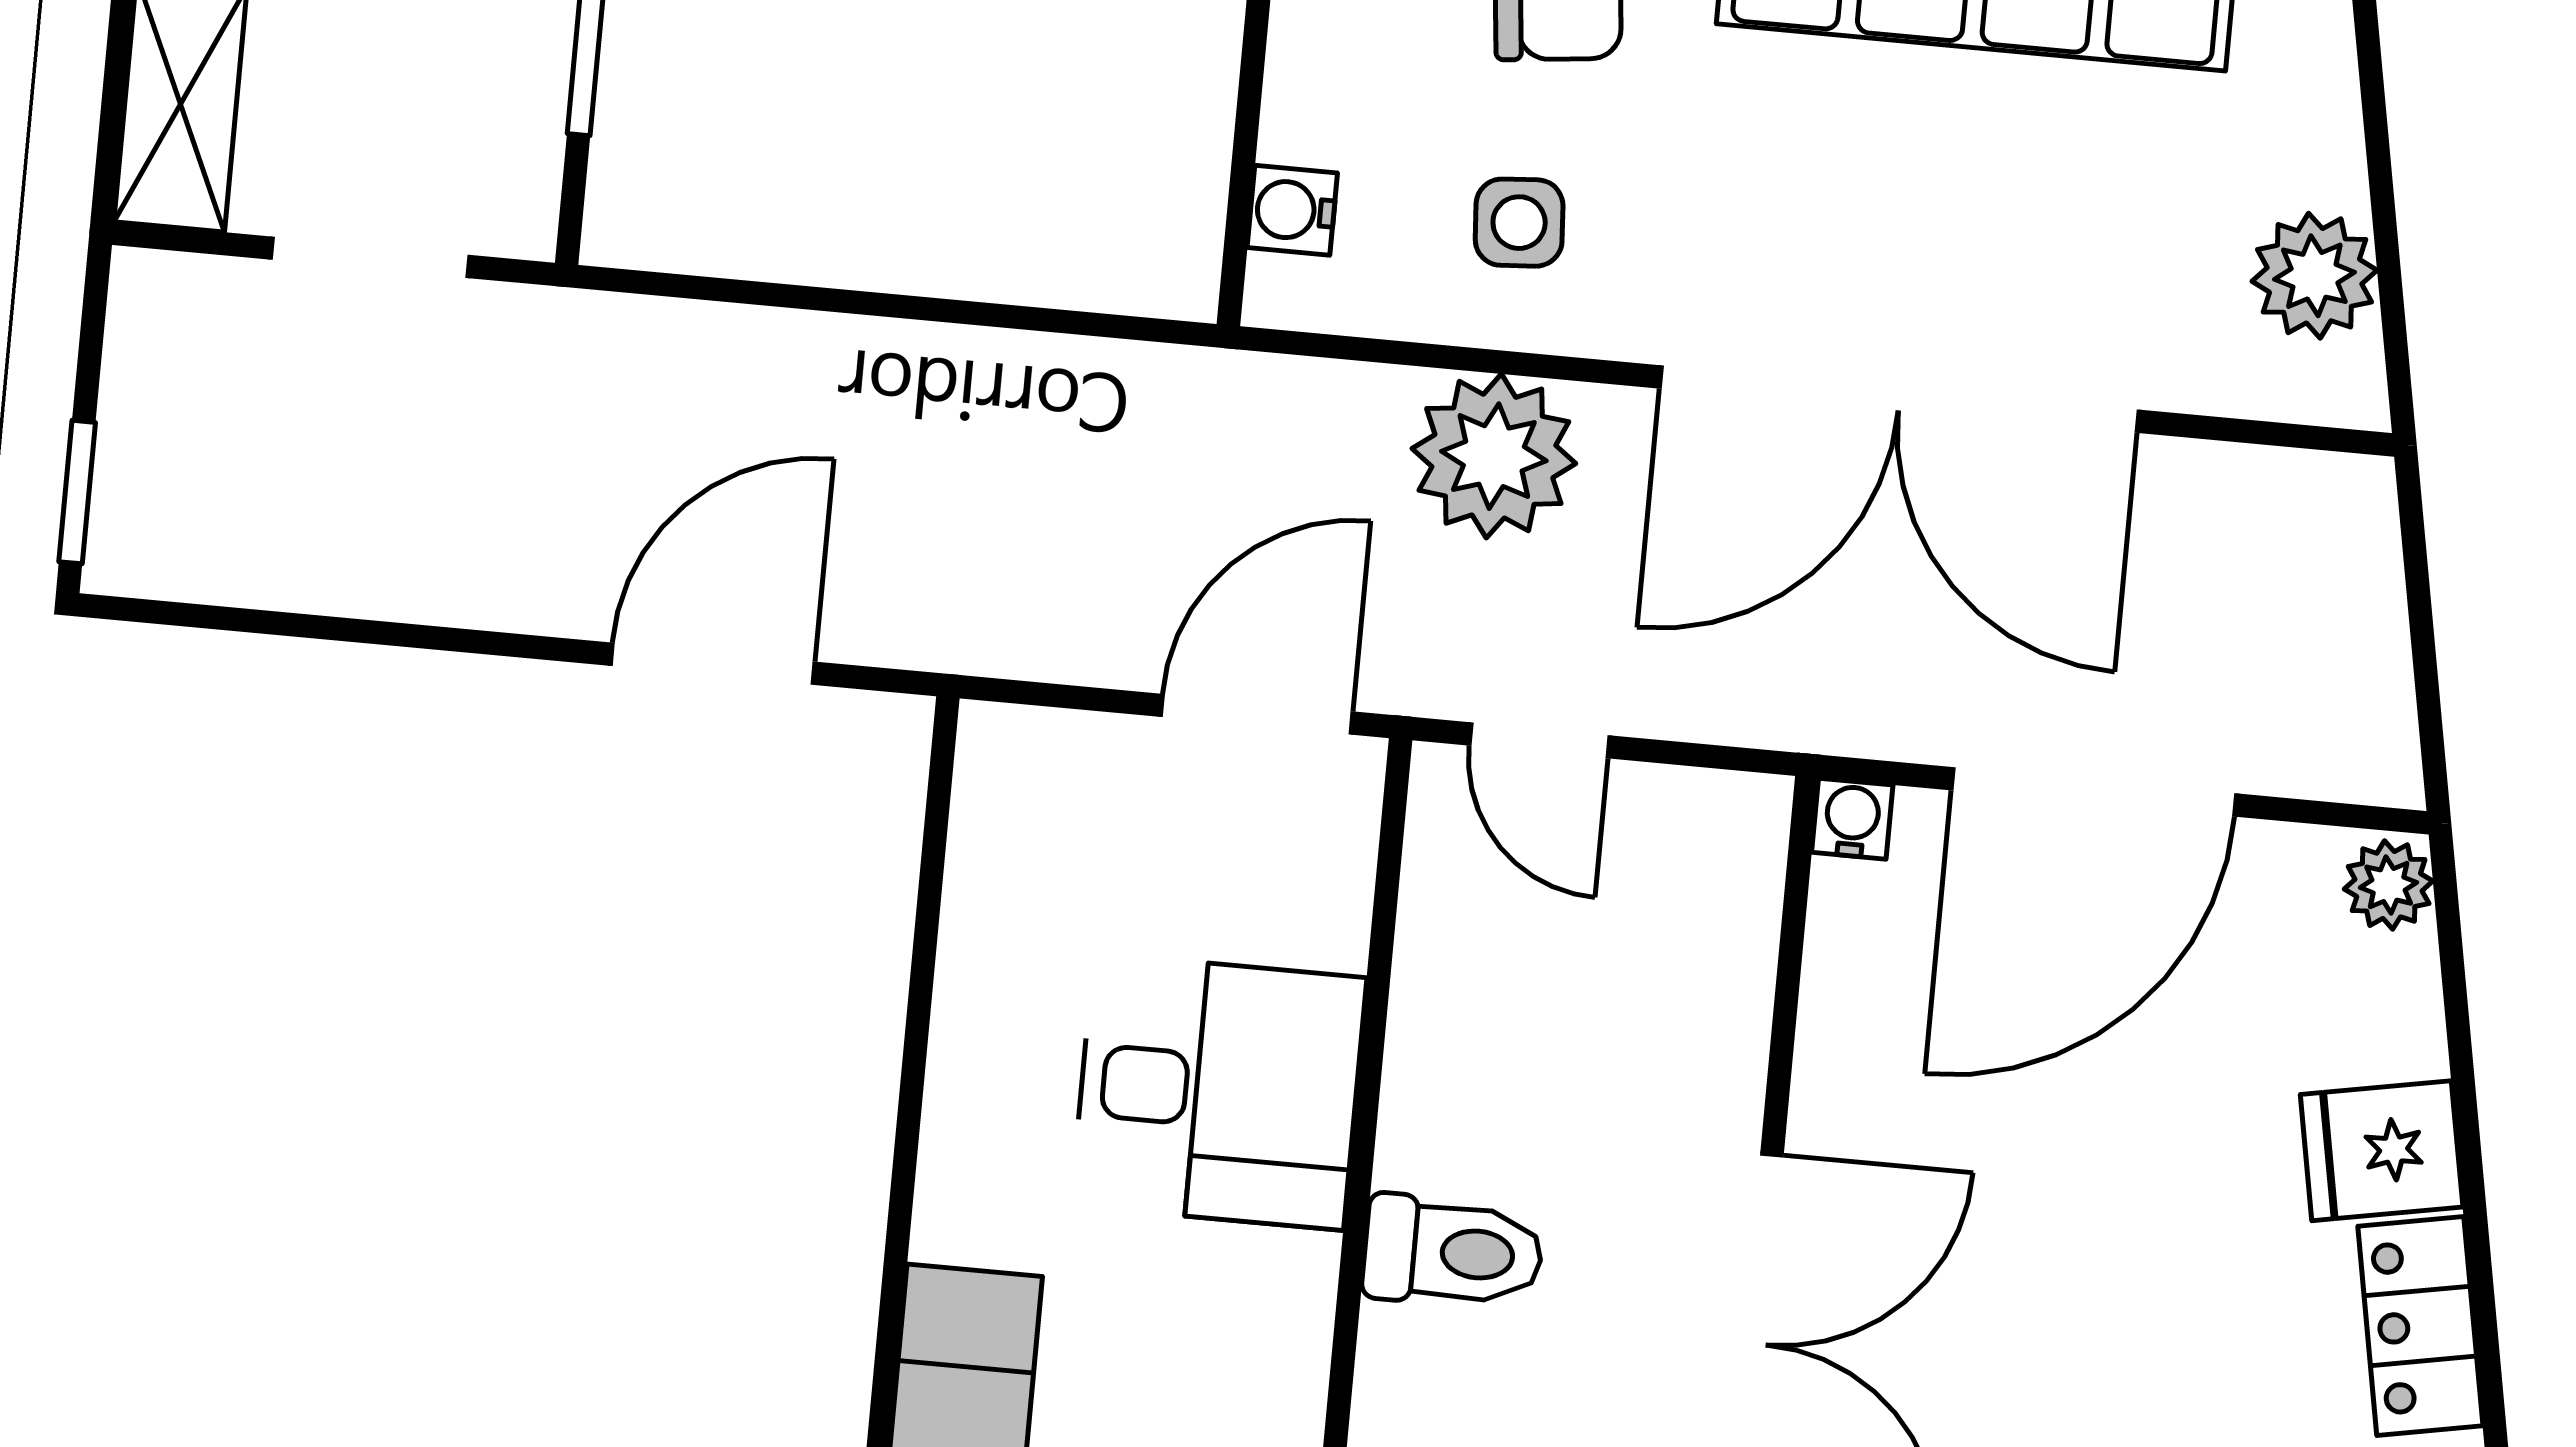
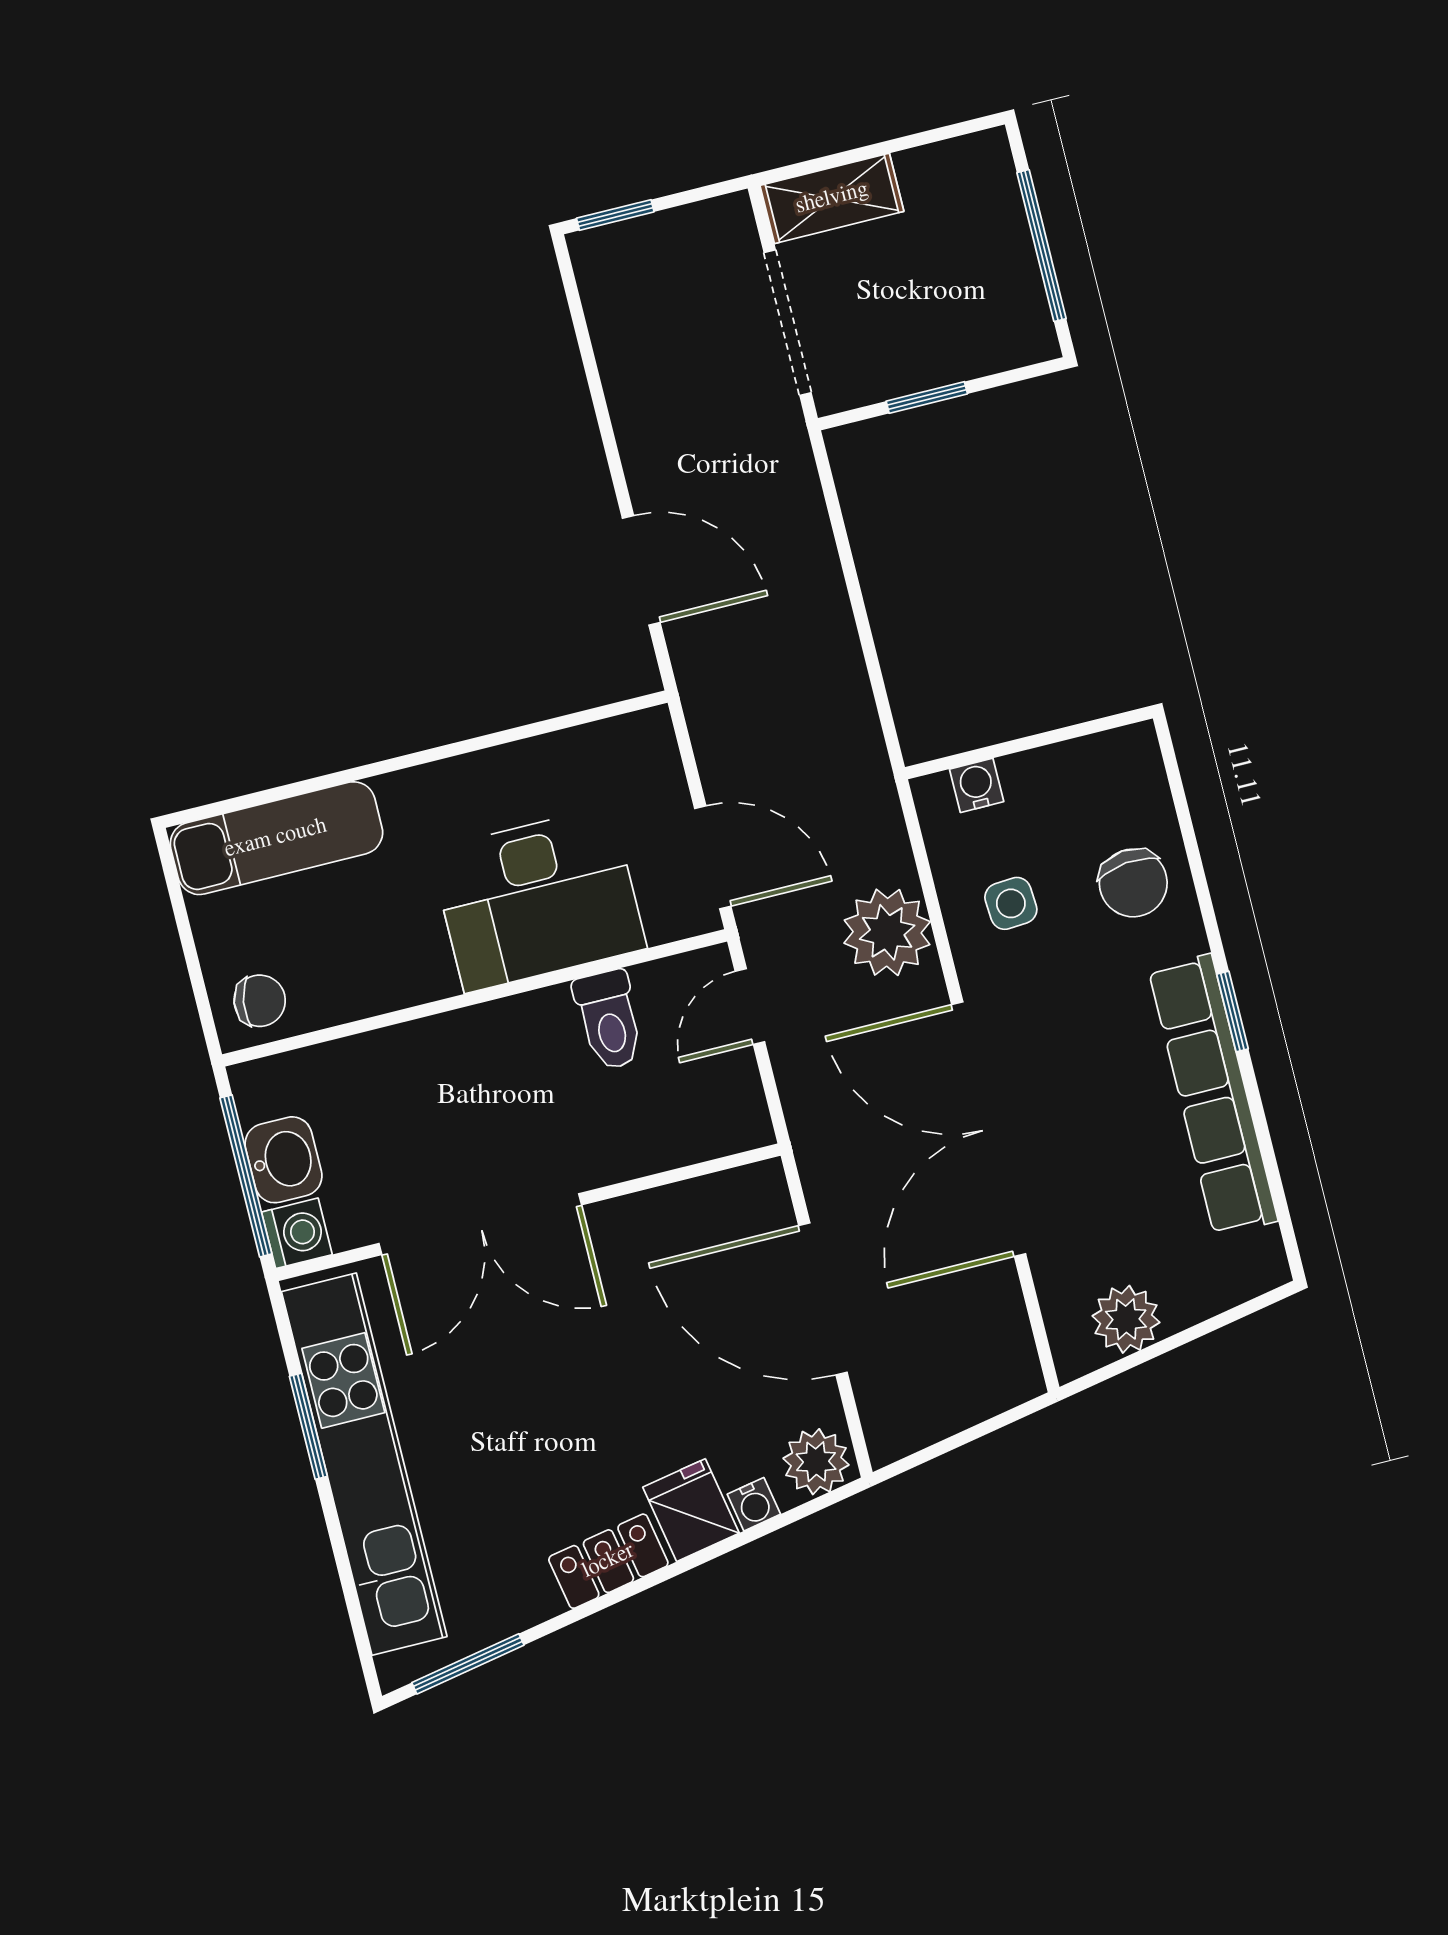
doorway: (370, 257) -> (788, 323), width x1.38
water cooler: (1852, 819) -> (754, 1504), moved, turned 79
plant: (2389, 885) -> (816, 1462), width x1.38, depth x1.38
desk: (1219, 1091) -> (538, 899), width x1.37
toilet: (1453, 1252) -> (609, 1020), moved

